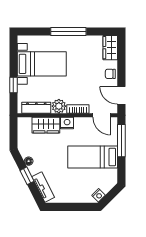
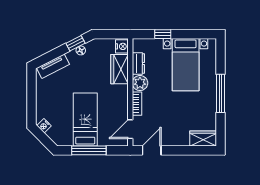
chair: (110, 74) -> (175, 138), removed
dresser: (36, 108) -> (138, 63), width x0.70
nightstand: (67, 123) -> (122, 46), moved
window: (121, 141) -> (89, 150), moved
window: (27, 176) -> (75, 43), moved

